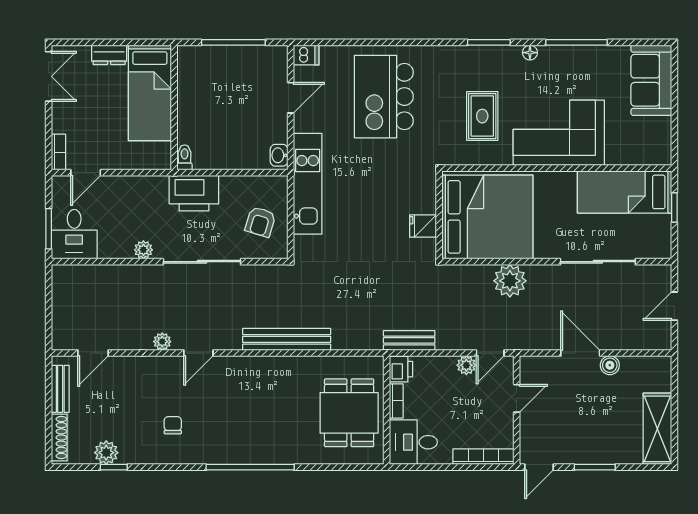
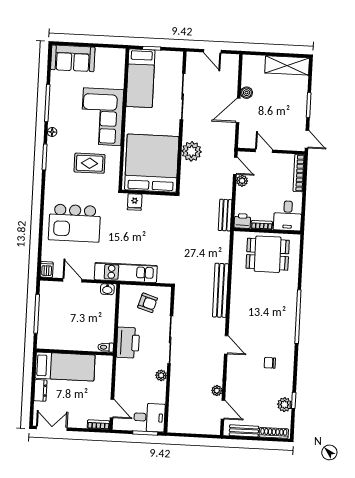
fridge: (423, 226) -> (135, 202), moved
plant: (162, 342) -> (217, 391), moved

